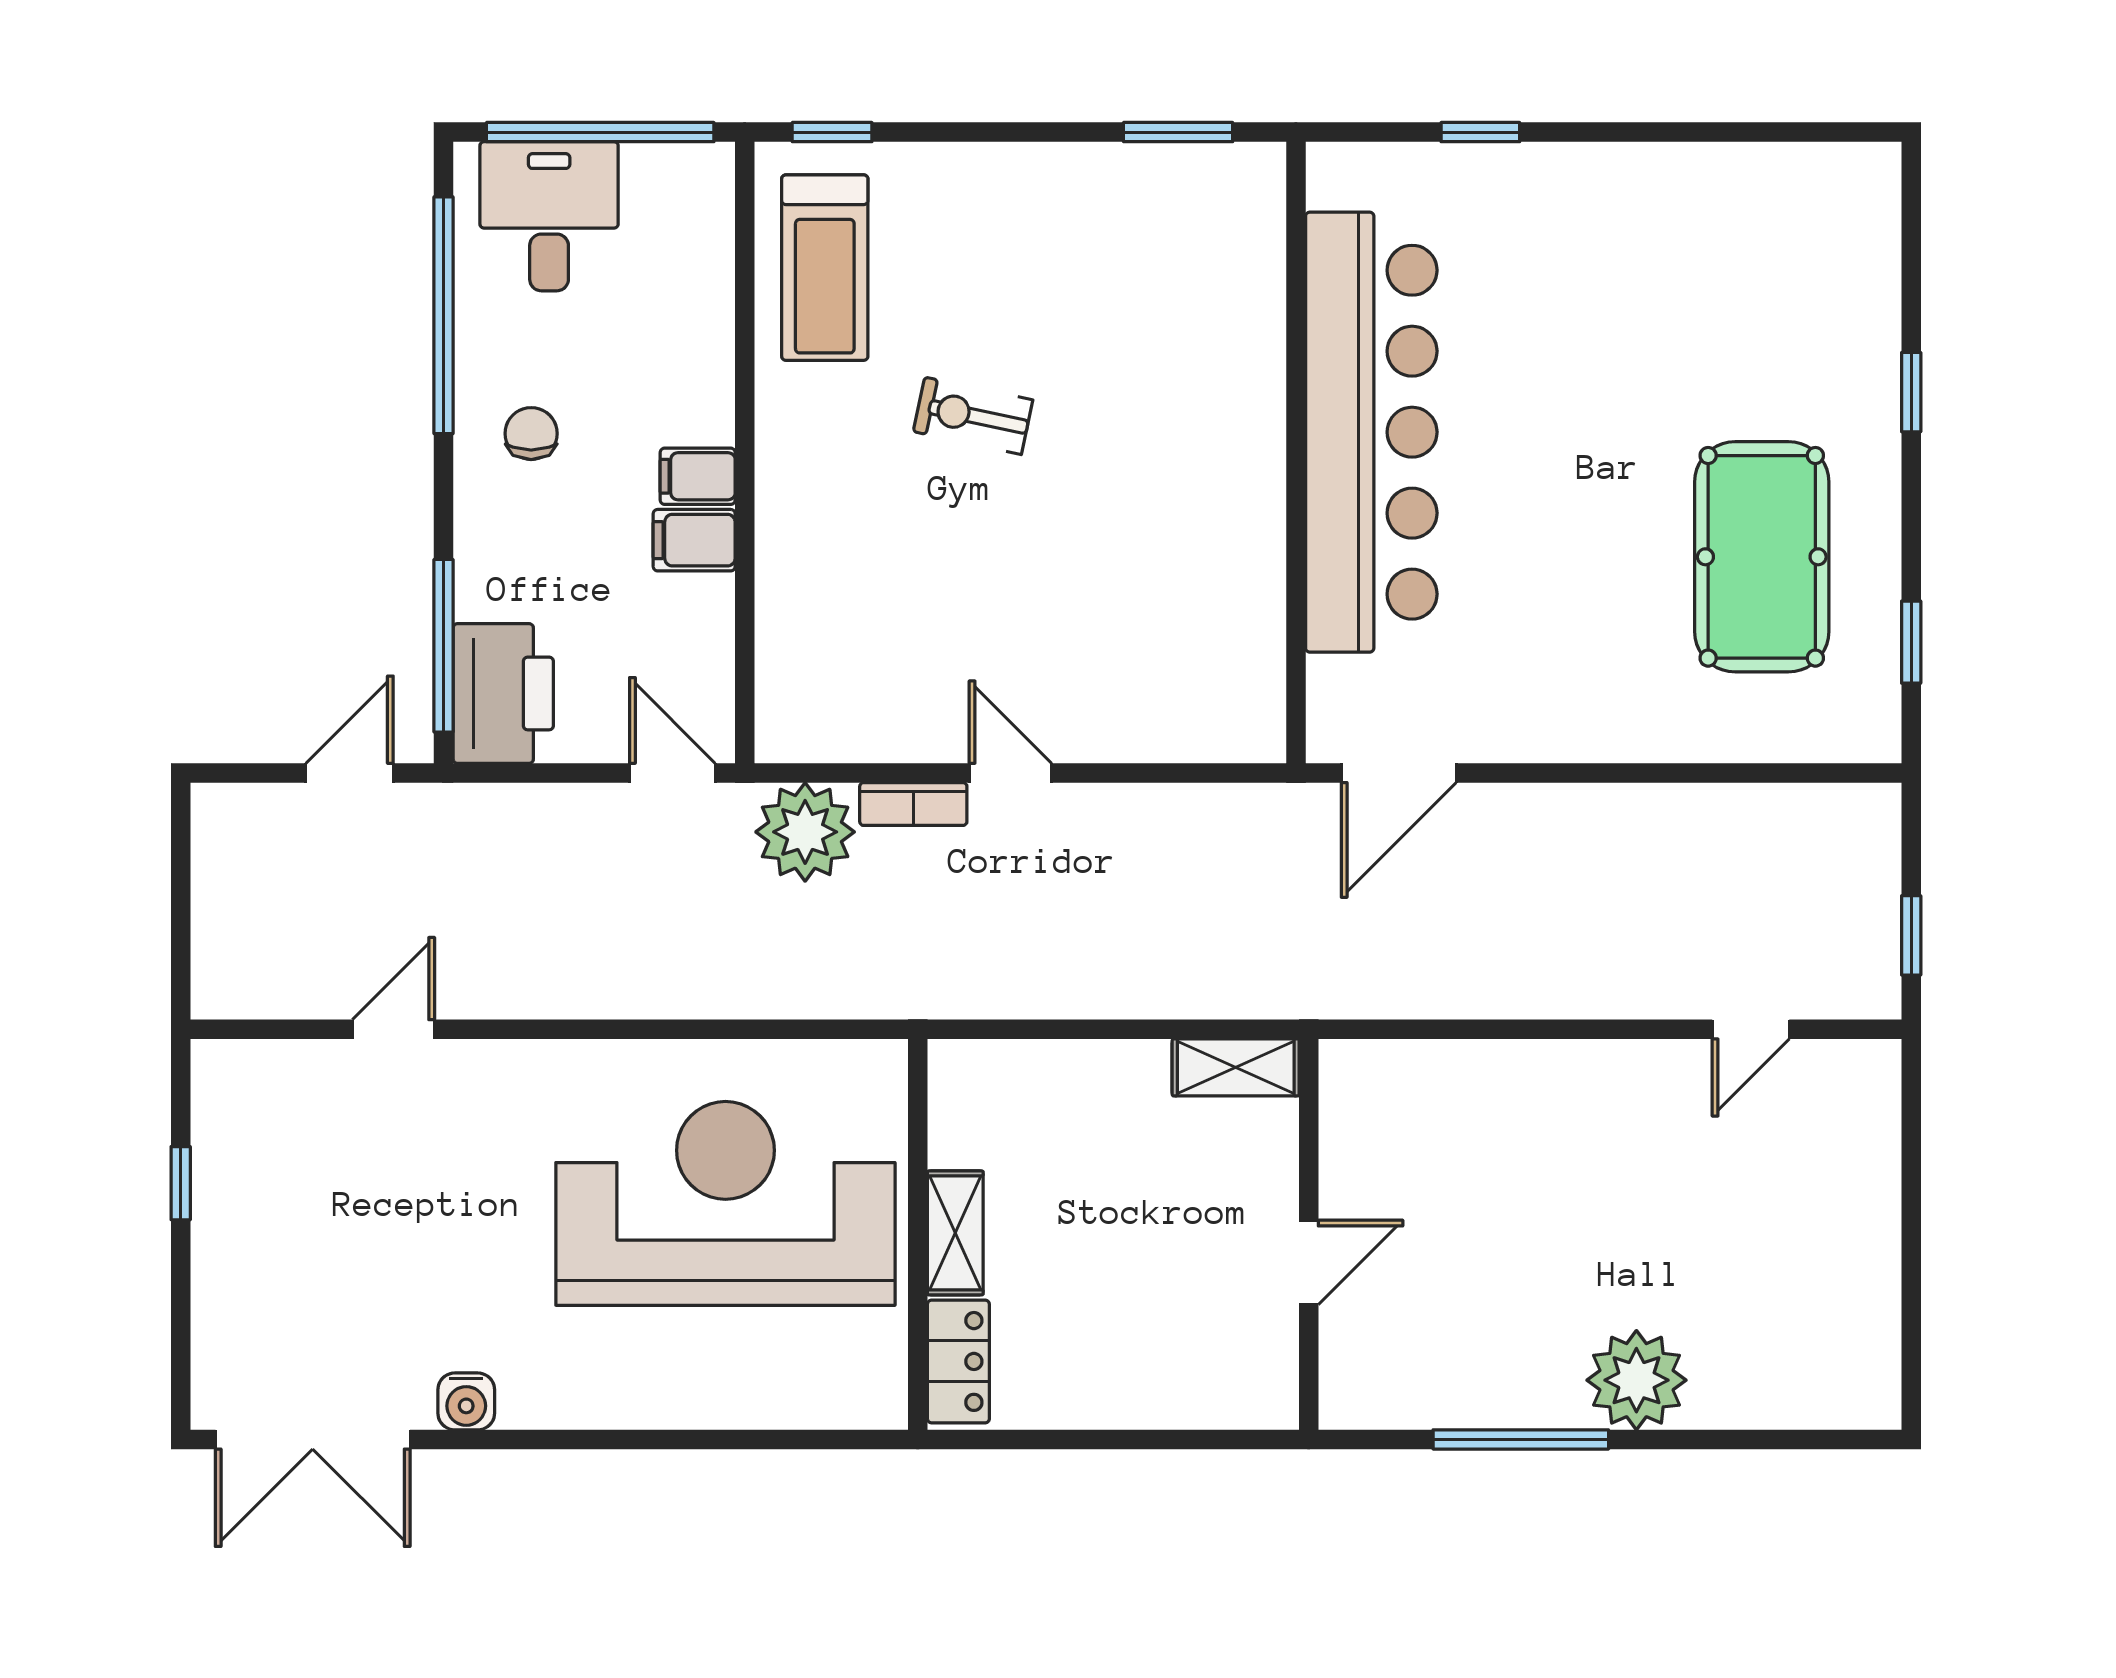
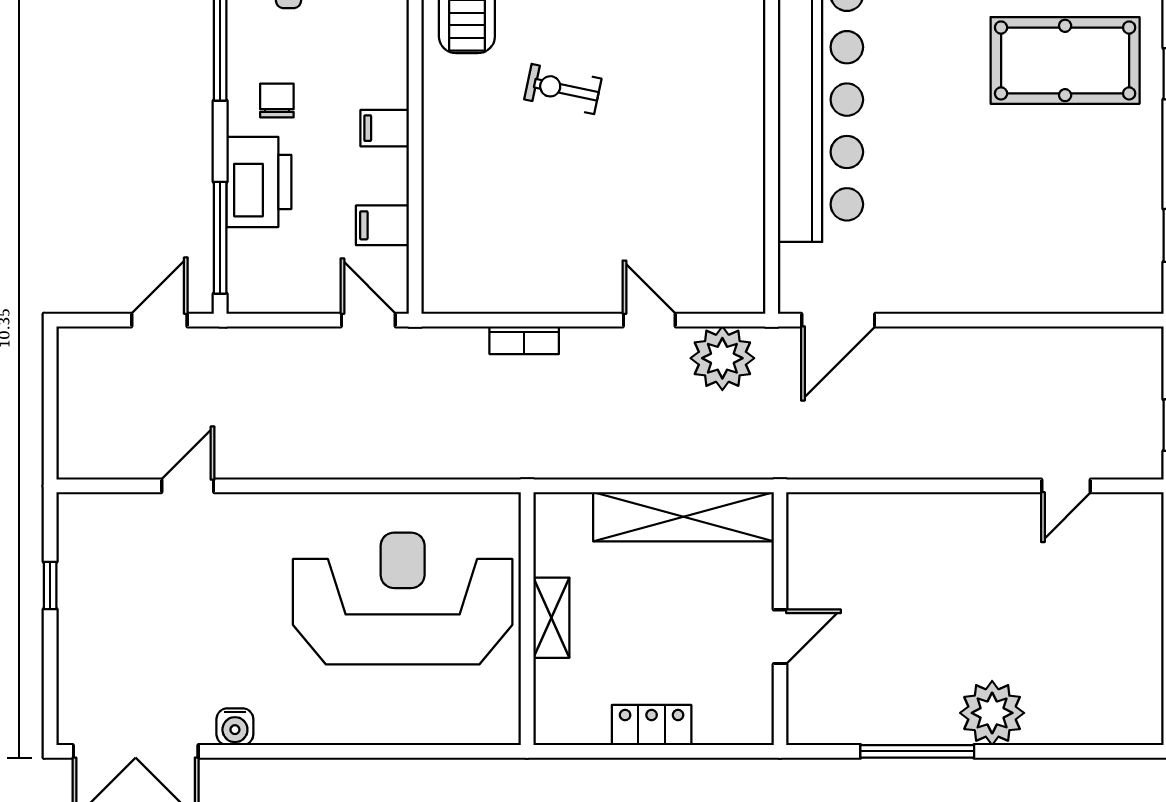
filing cabinet: (694, 540) -> (382, 225), moved
pool table: (1762, 557) -> (1065, 60), moved, turned 90
printer: (503, 693) -> (259, 182), moved
door: (1010, 773) -> (649, 320), moved
plant: (805, 832) -> (722, 358), moved
shelving: (1236, 1067) -> (683, 517), width x2.20, depth x1.33
locker: (958, 1361) -> (652, 725), moved, turned -90

